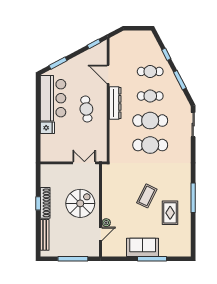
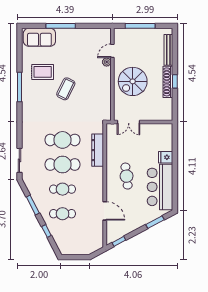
dresser: (115, 103) -> (98, 150), moved
rug: (170, 213) -> (43, 72), turned 90
sofa: (143, 247) -> (39, 37), moved

